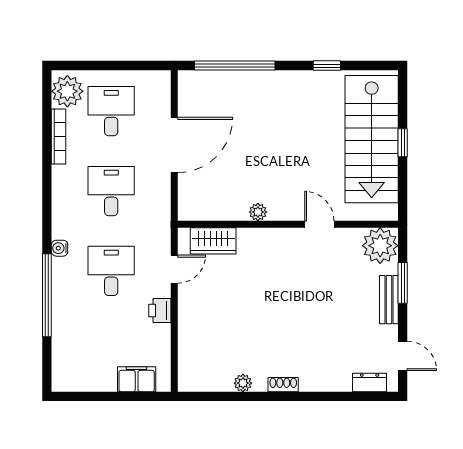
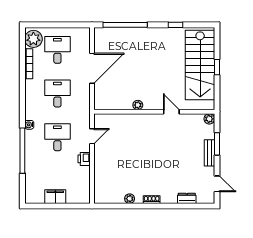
wardrobe: (213, 241) -> (113, 121), removed
plant: (380, 246) -> (209, 119), width x0.53, depth x0.53
filing cabinet: (137, 379) -> (55, 197), moved
dresser: (370, 383) -> (187, 198), moved

